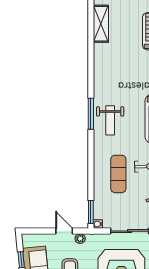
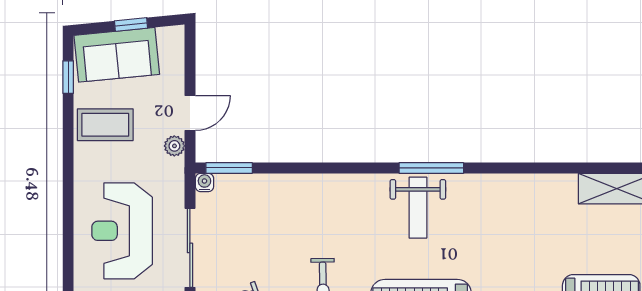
weight bench: (110, 120) -> (418, 208), turned -90
exercise mat: (118, 174) -> (308, 225), removed

